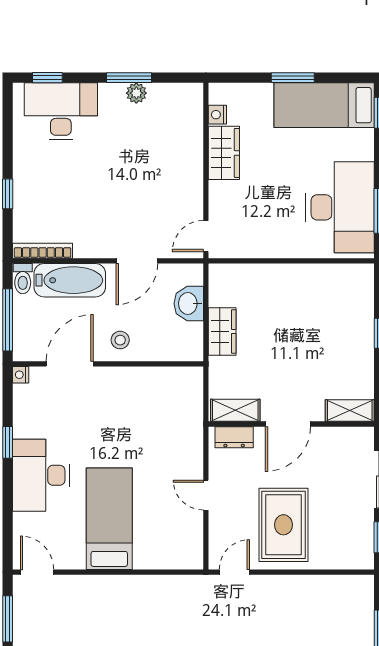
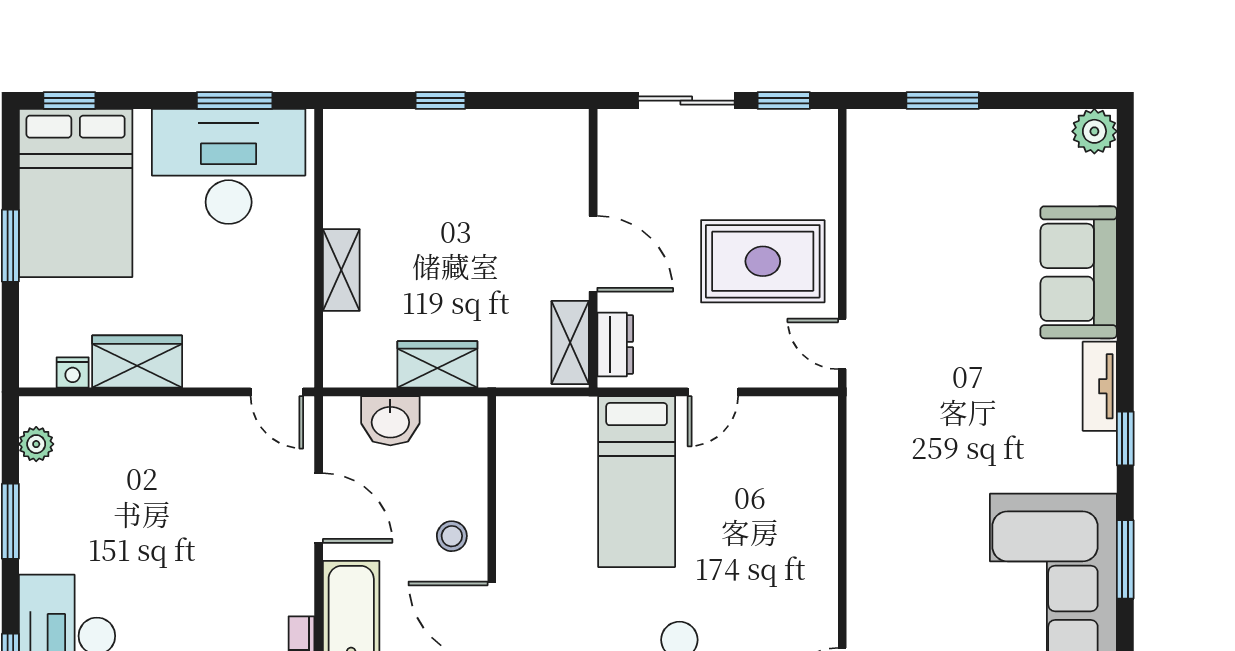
plant: (136, 93) -> (36, 444), moved
bed: (324, 105) -> (76, 193), width x1.50
shelving: (350, 411) -> (341, 270), moved
bed: (109, 519) -> (637, 482), moved, turned -90

